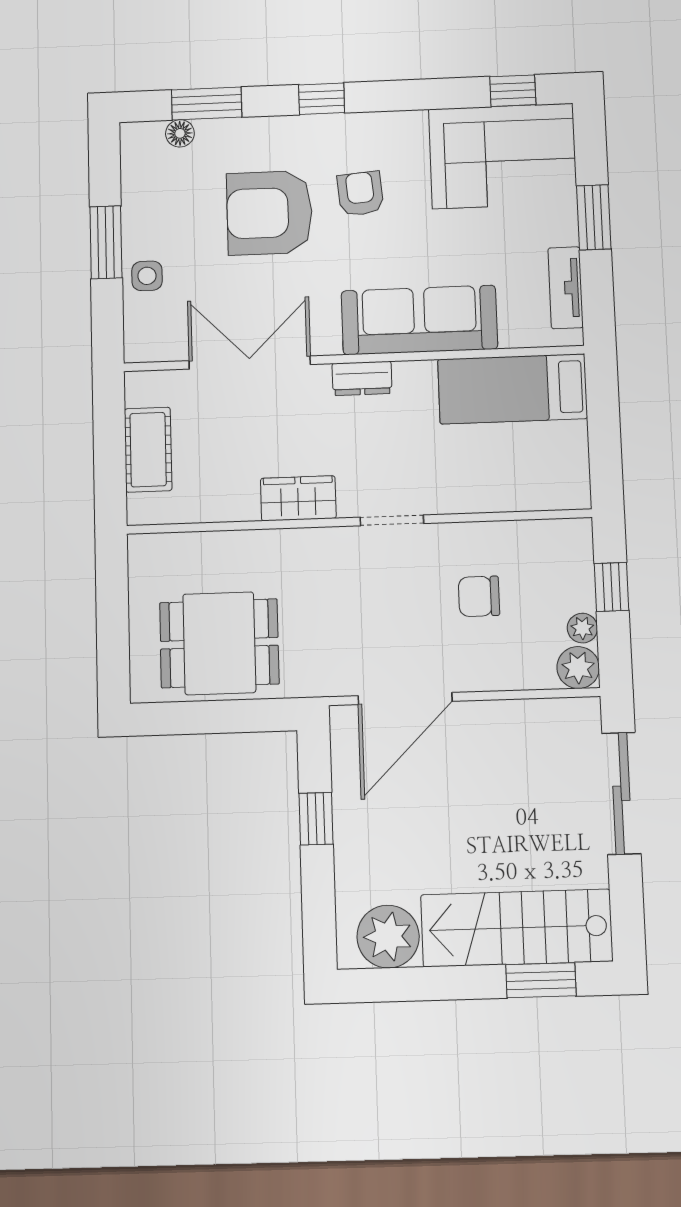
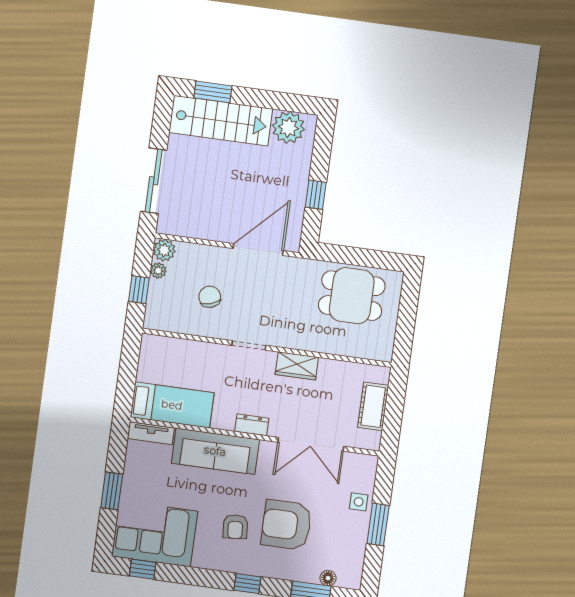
armchair: (269, 213) -> (286, 525), turned 180
tv unit: (566, 288) -> (151, 433), moved, turned 90
chair: (479, 596) -> (210, 297), turned -108

